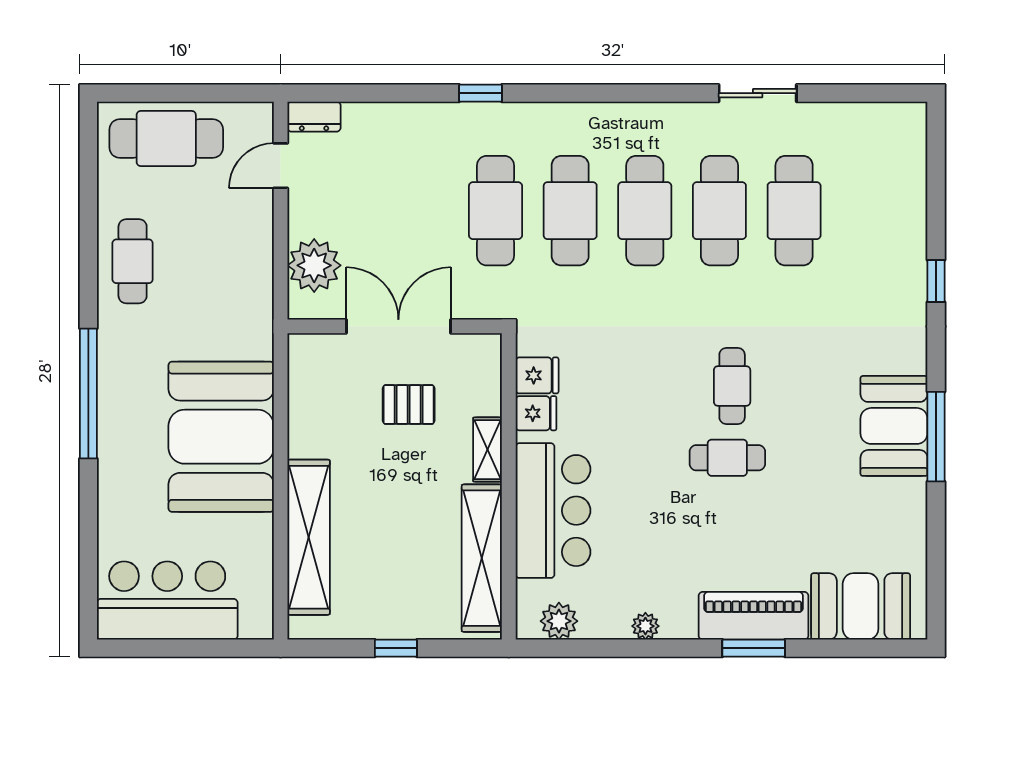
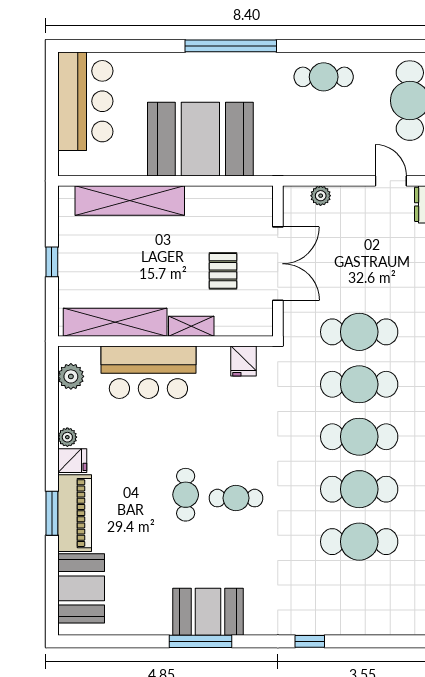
plant: (314, 265) -> (321, 196), width x0.53, depth x0.53
fridge: (536, 413) -> (72, 461), moved, turned -90

